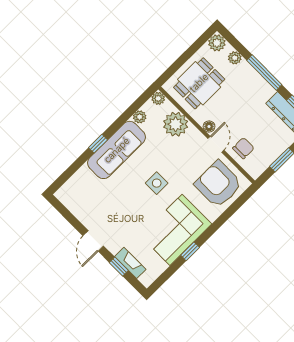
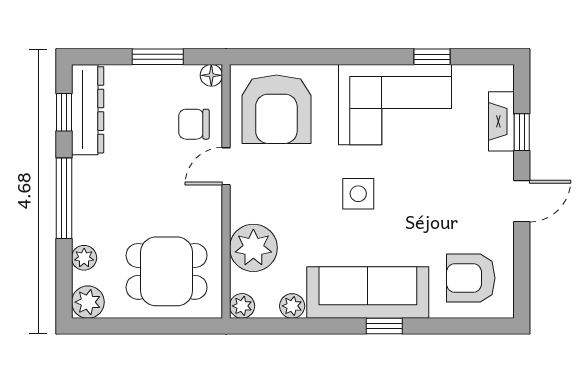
floor lamp: (209, 126) -> (211, 75), moved
armchair: (84, 193) -> (471, 278), added
window: (190, 251) -> (432, 57), moved

